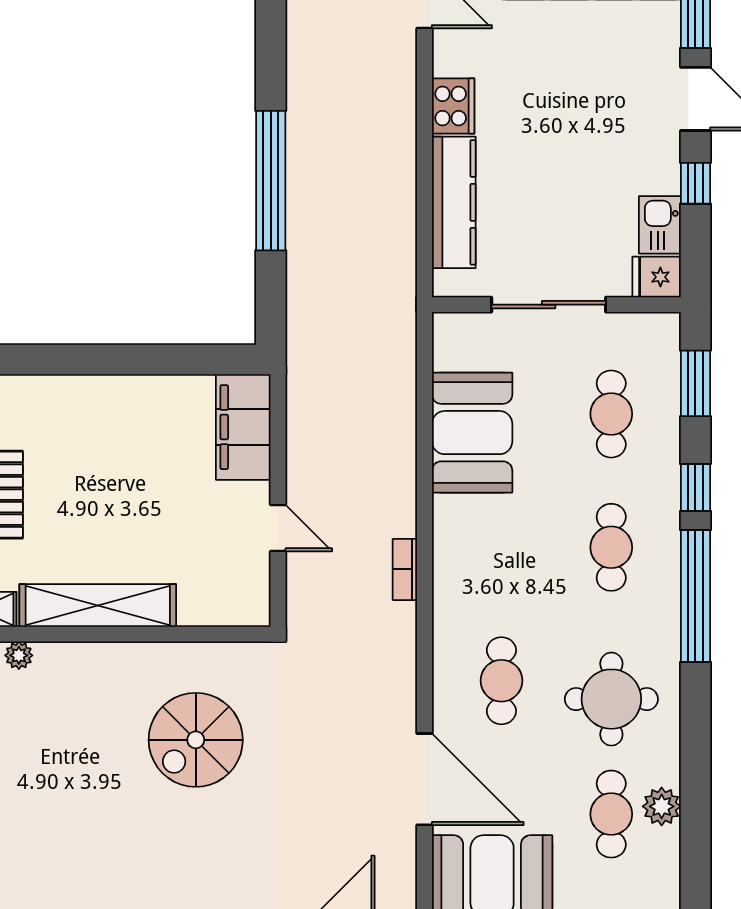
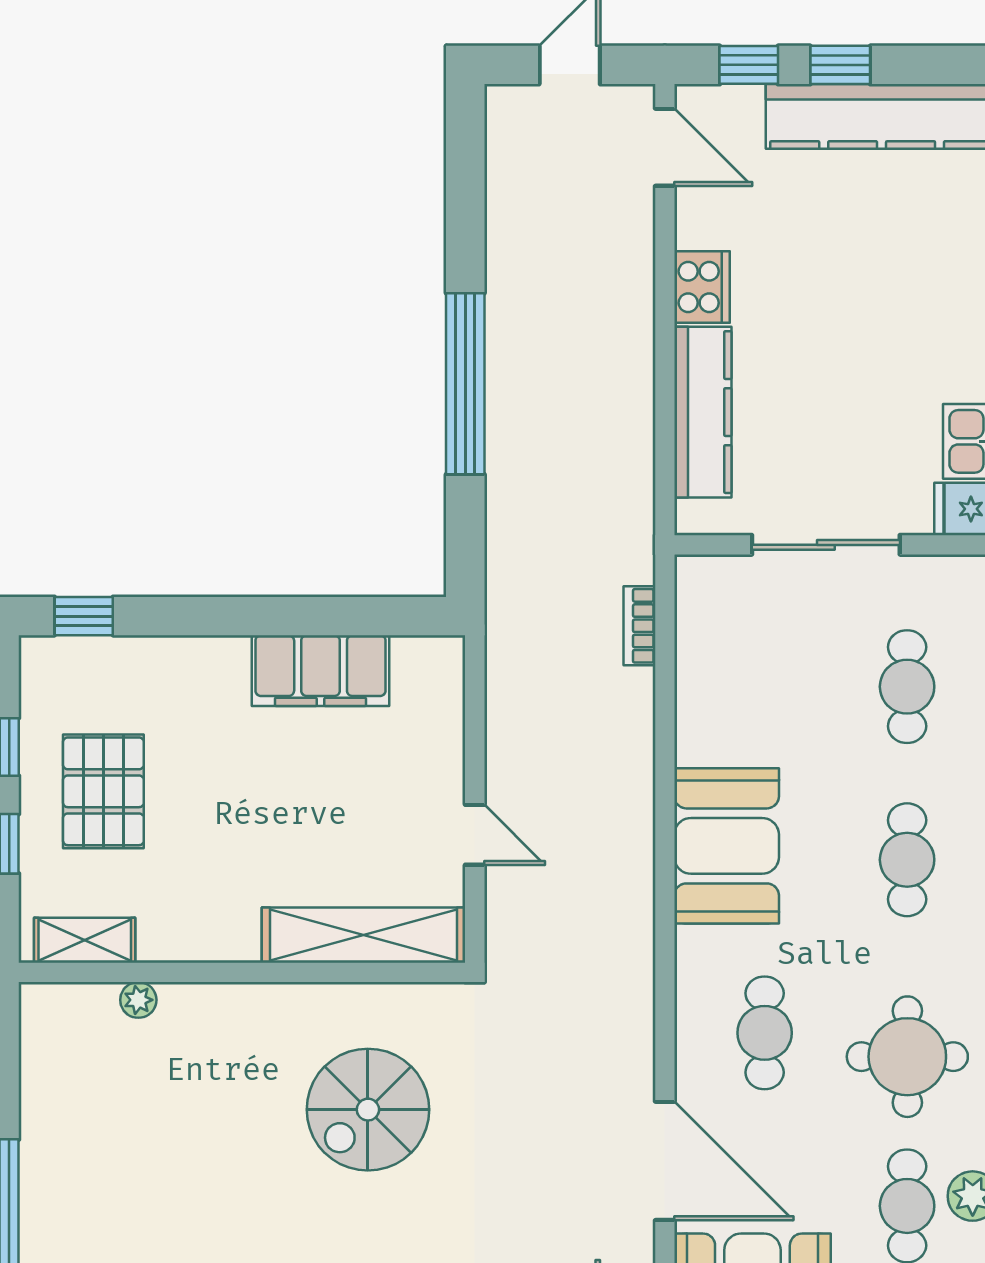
filing cabinet: (243, 427) -> (321, 671), moved, turned -90
booth: (472, 433) -> (727, 846), moved
bookcase: (405, 569) -> (639, 626), moved
shelving: (98, 605) -> (364, 935), moved

